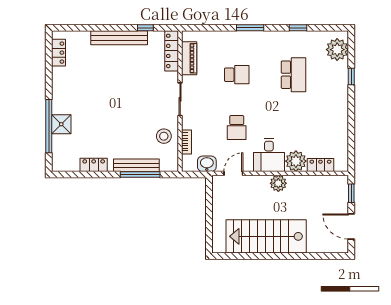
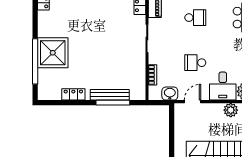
shower: (61, 124) -> (53, 53), width x1.86, depth x1.86
school desk: (237, 128) -> (195, 63), turned 90
stool: (164, 136) -> (133, 70), removed

